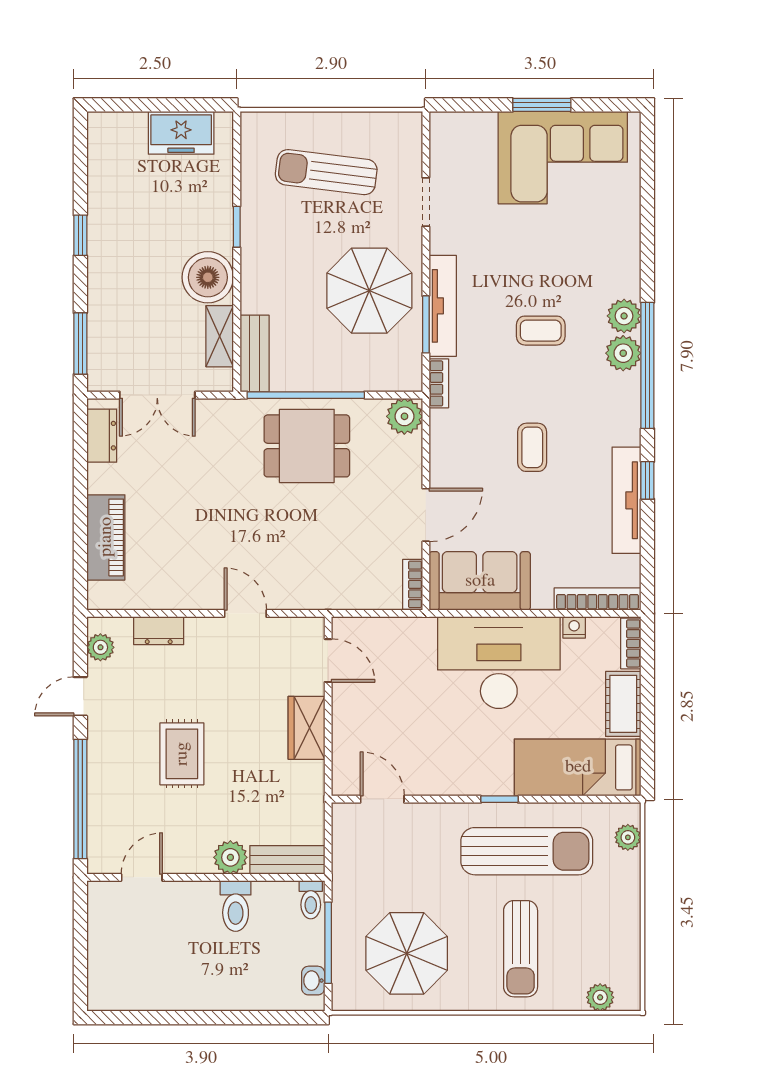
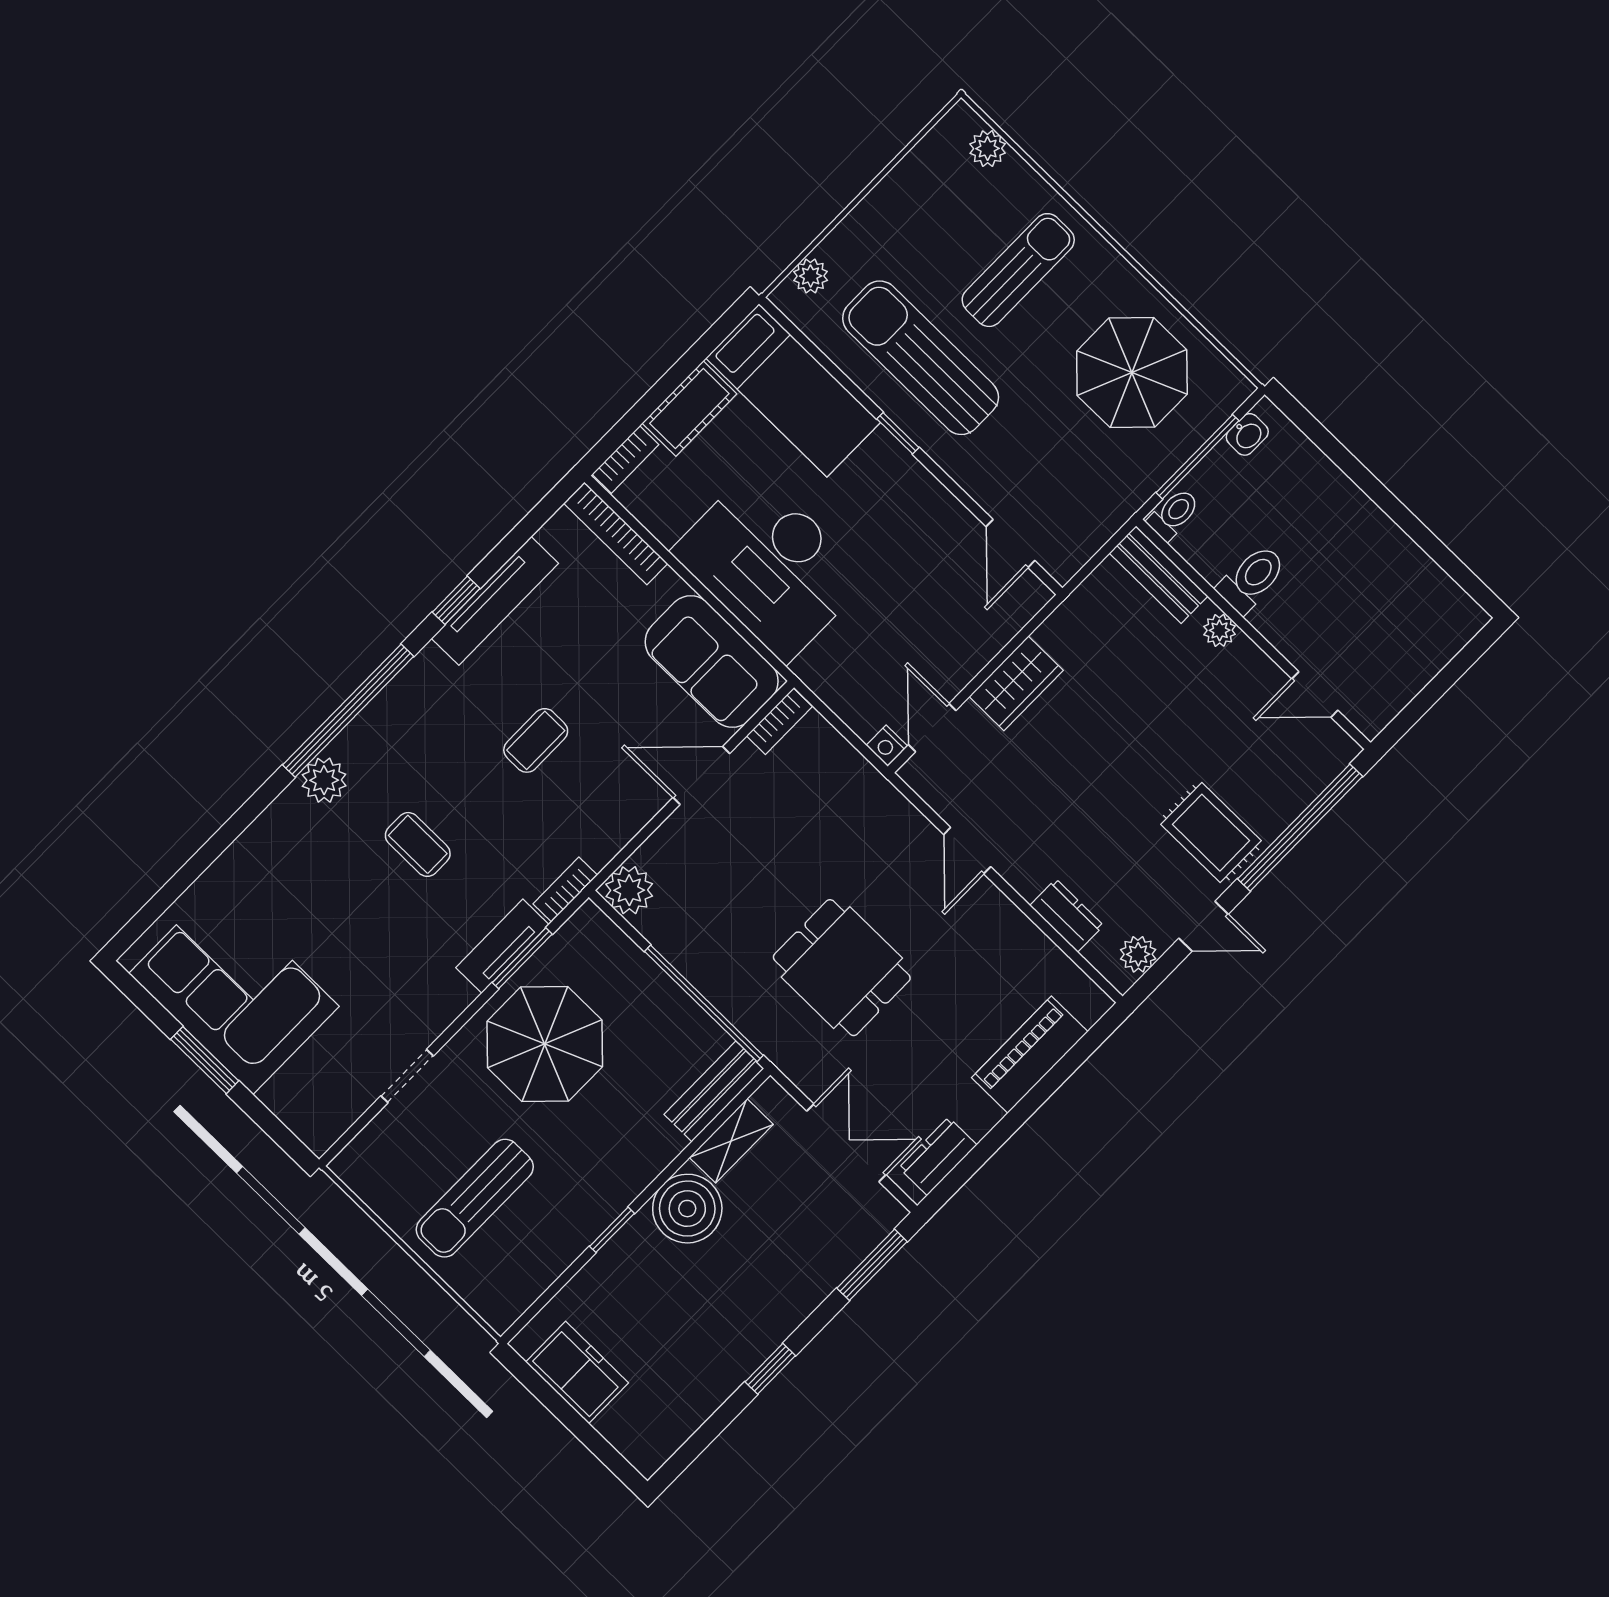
sun lounger: (326, 172) -> (475, 1198), turned 83
tv unit: (443, 306) -> (502, 946), width x0.71
plant: (623, 353) -> (360, 745), removed
dining table: (307, 446) -> (842, 968), moved
nightstand: (574, 627) -> (887, 746), moved
rug: (182, 754) -> (1211, 833), moved, turned 90
plant: (230, 857) -> (1220, 630), width x0.73, depth x0.73

